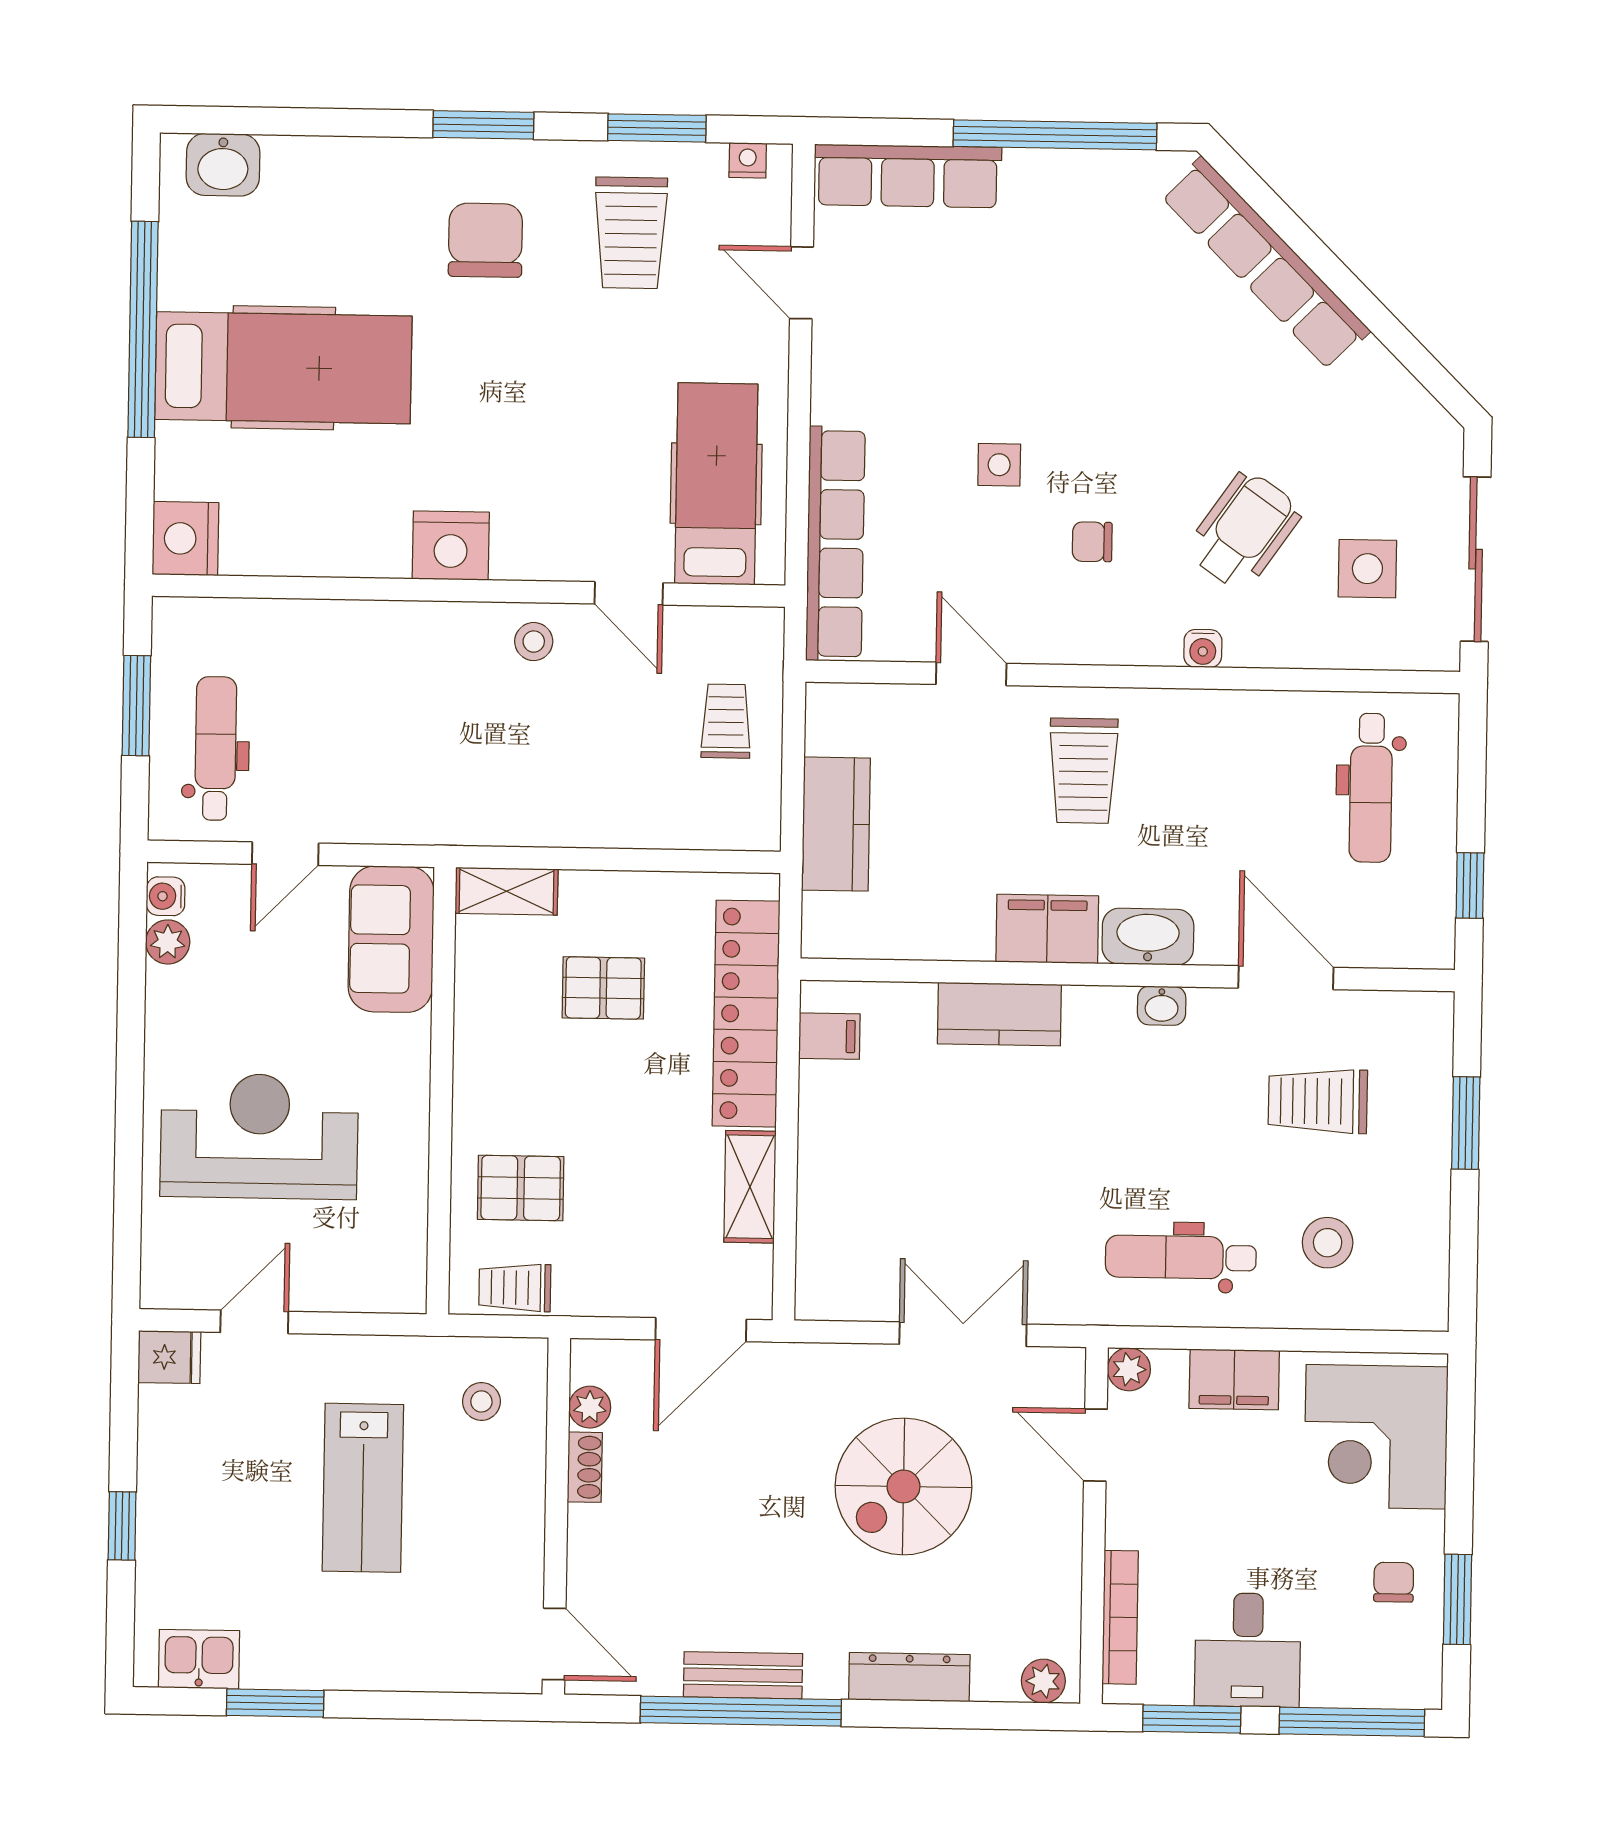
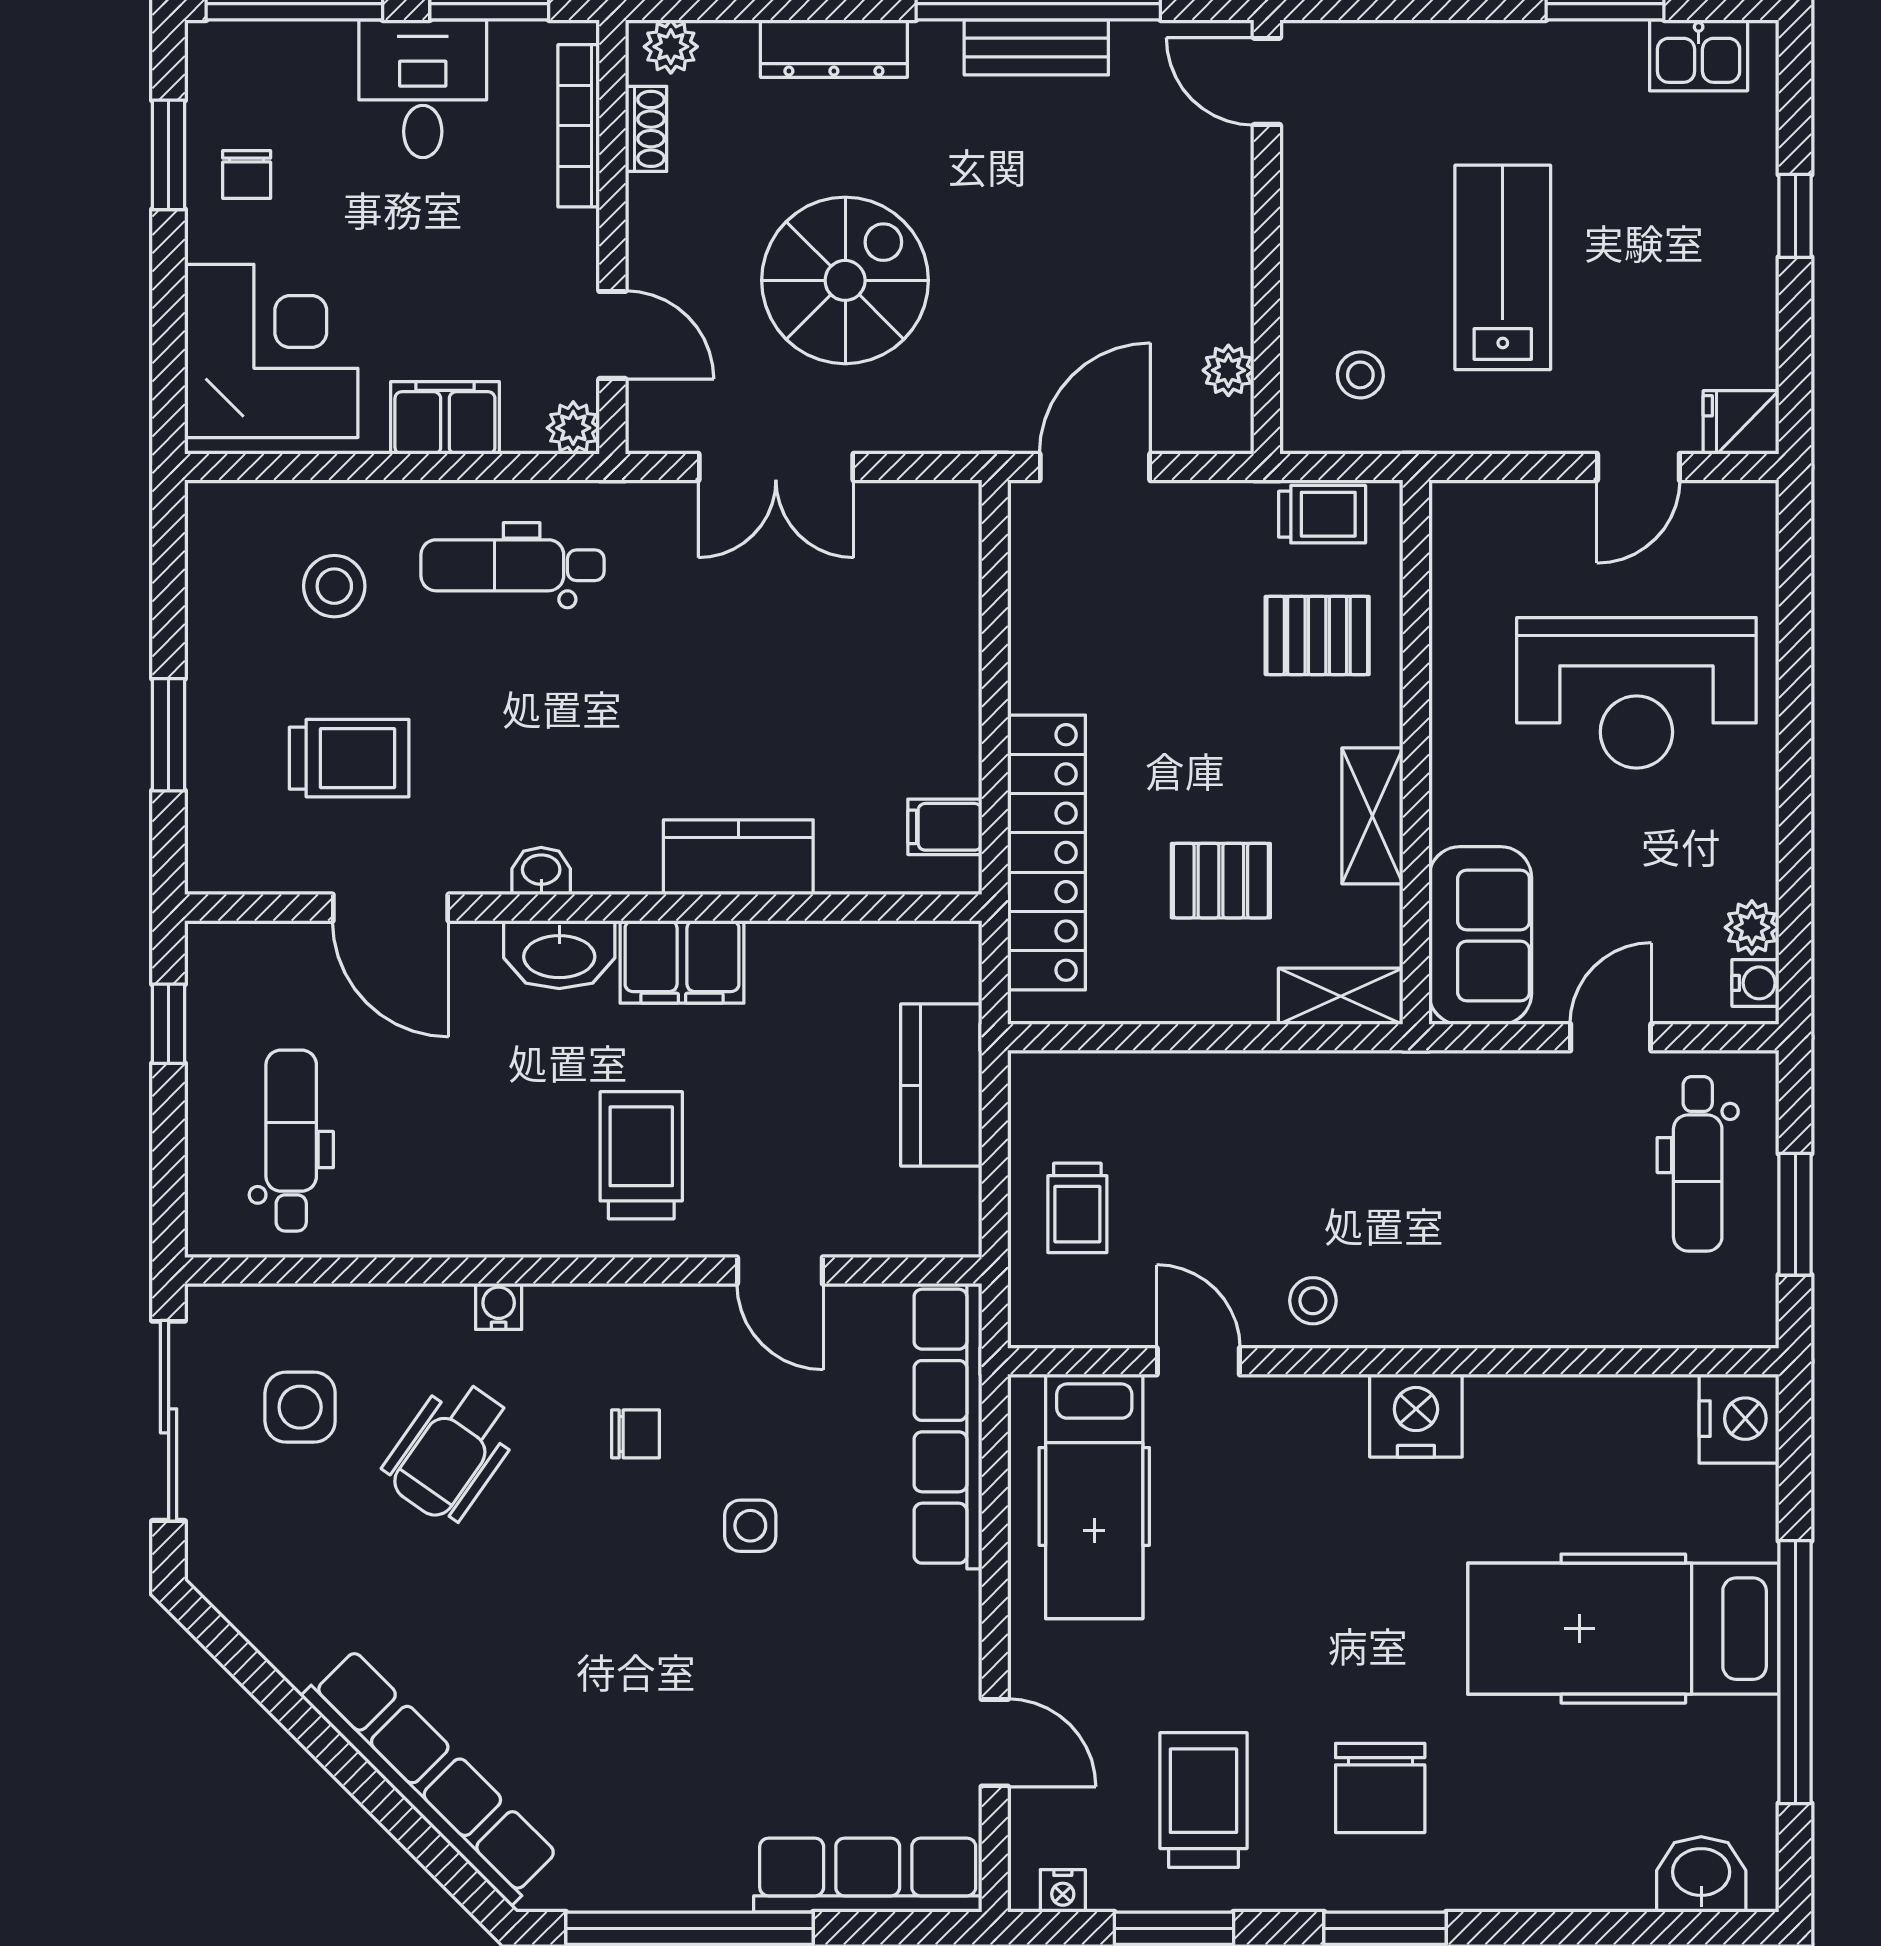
shelving: (750, 1187) -> (1372, 816), moved
dental chair: (1181, 1257) -> (512, 565), turned 180
shoe rack: (585, 1467) -> (646, 129), moved, turned 180

